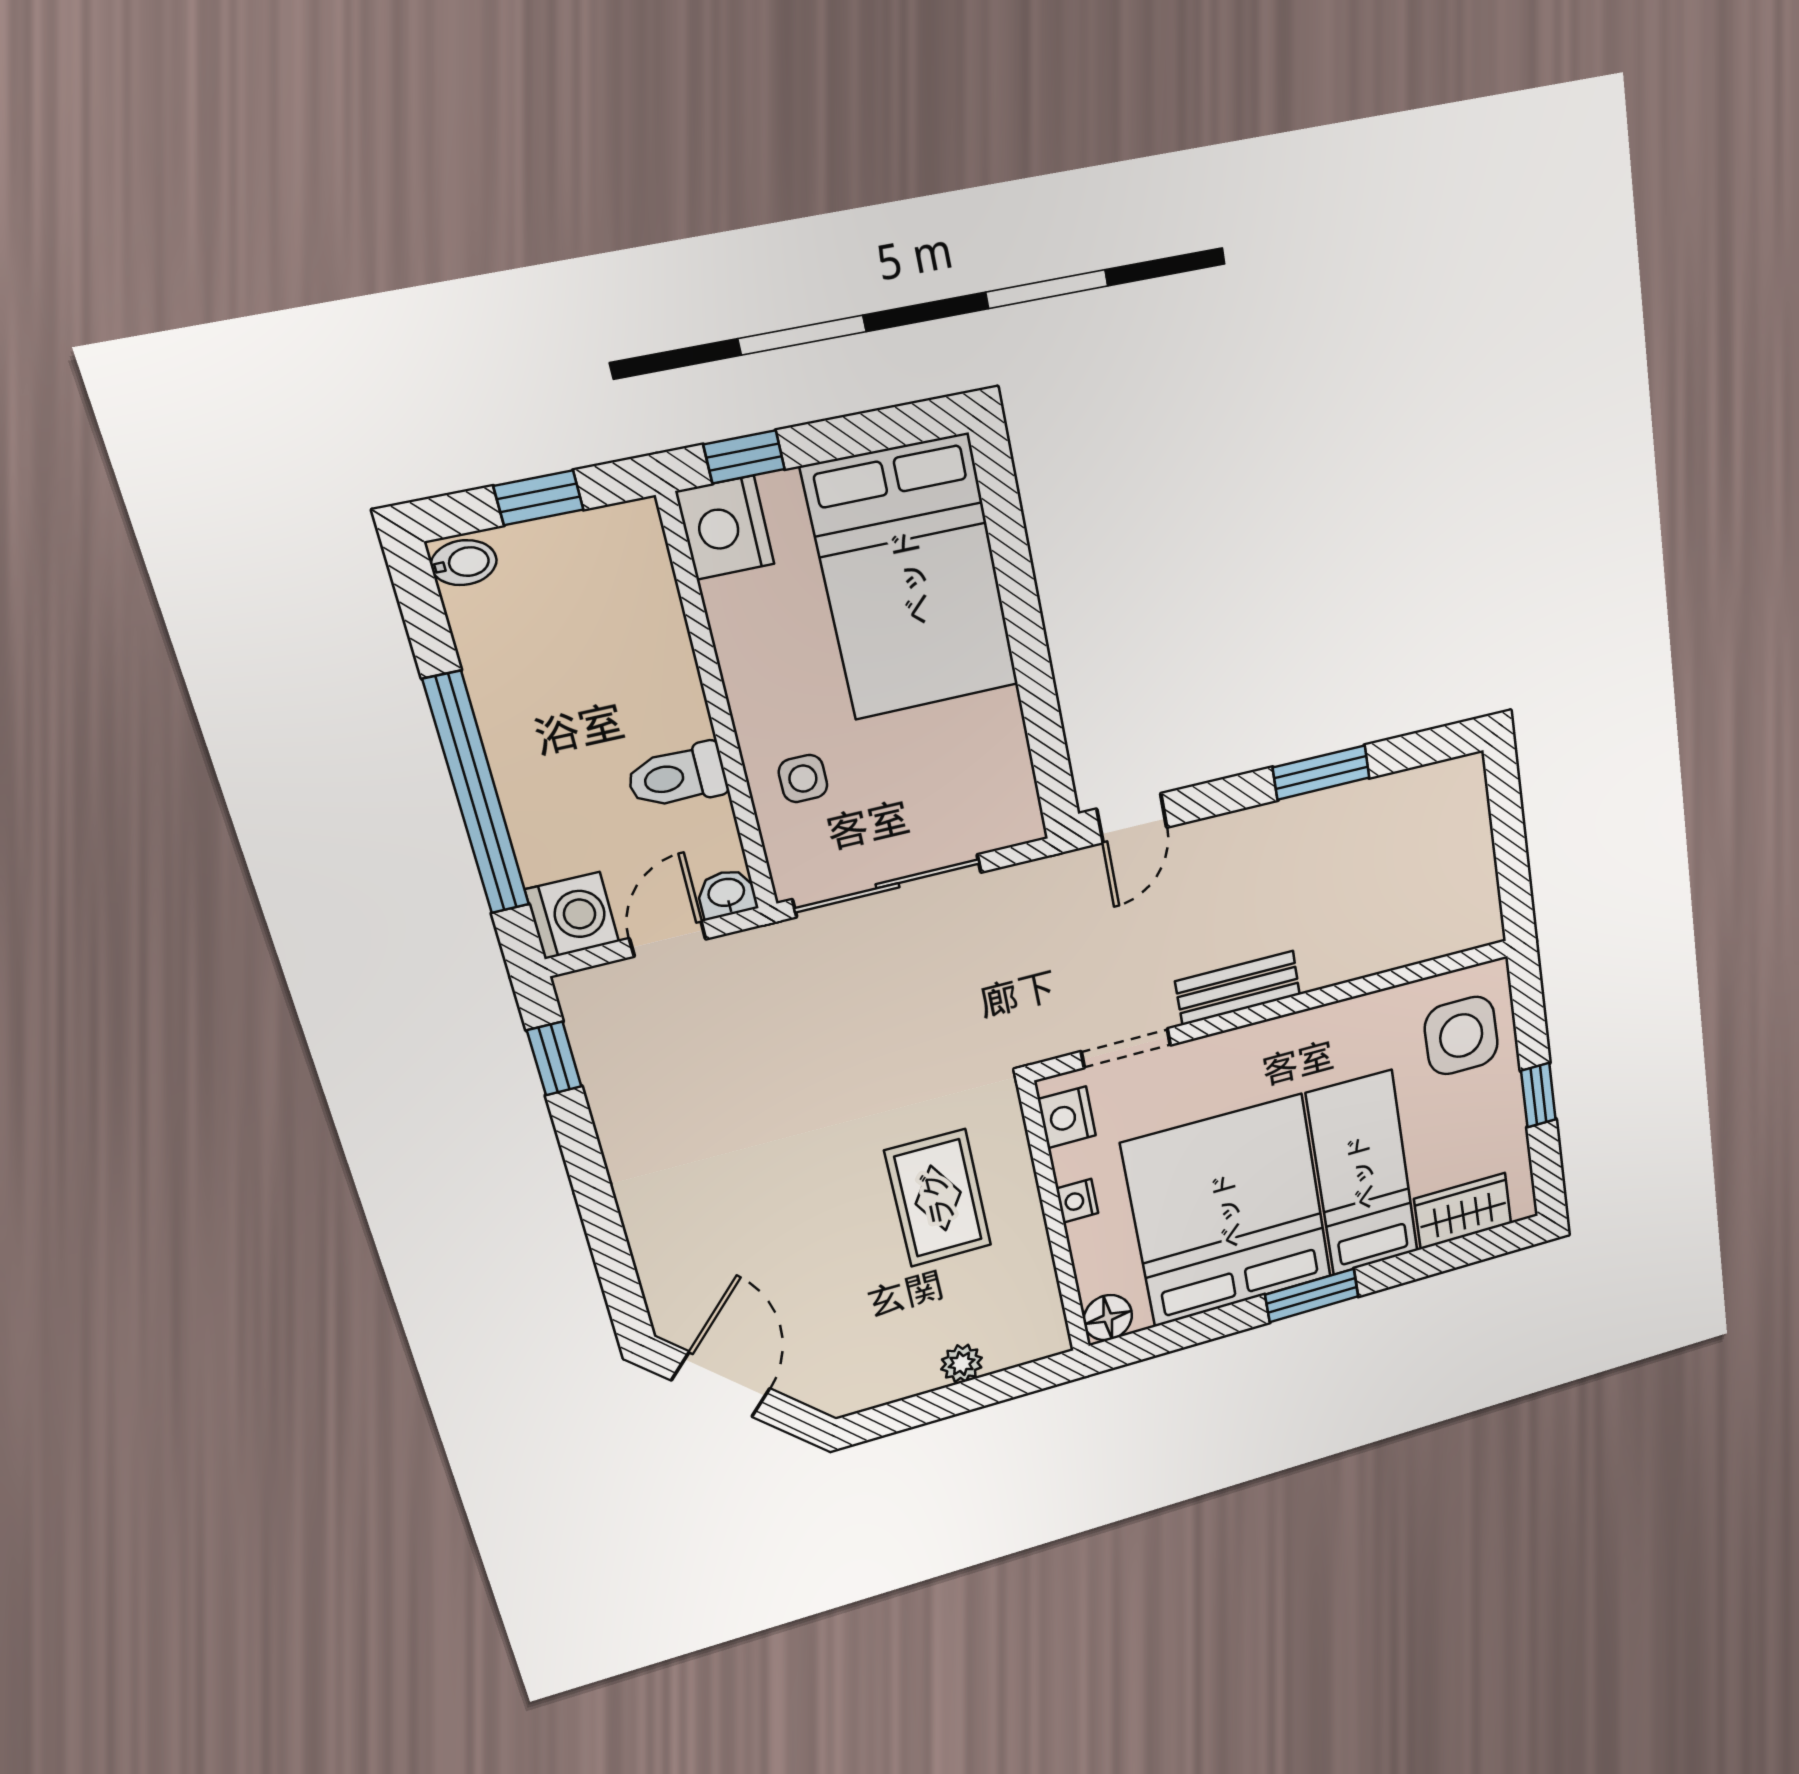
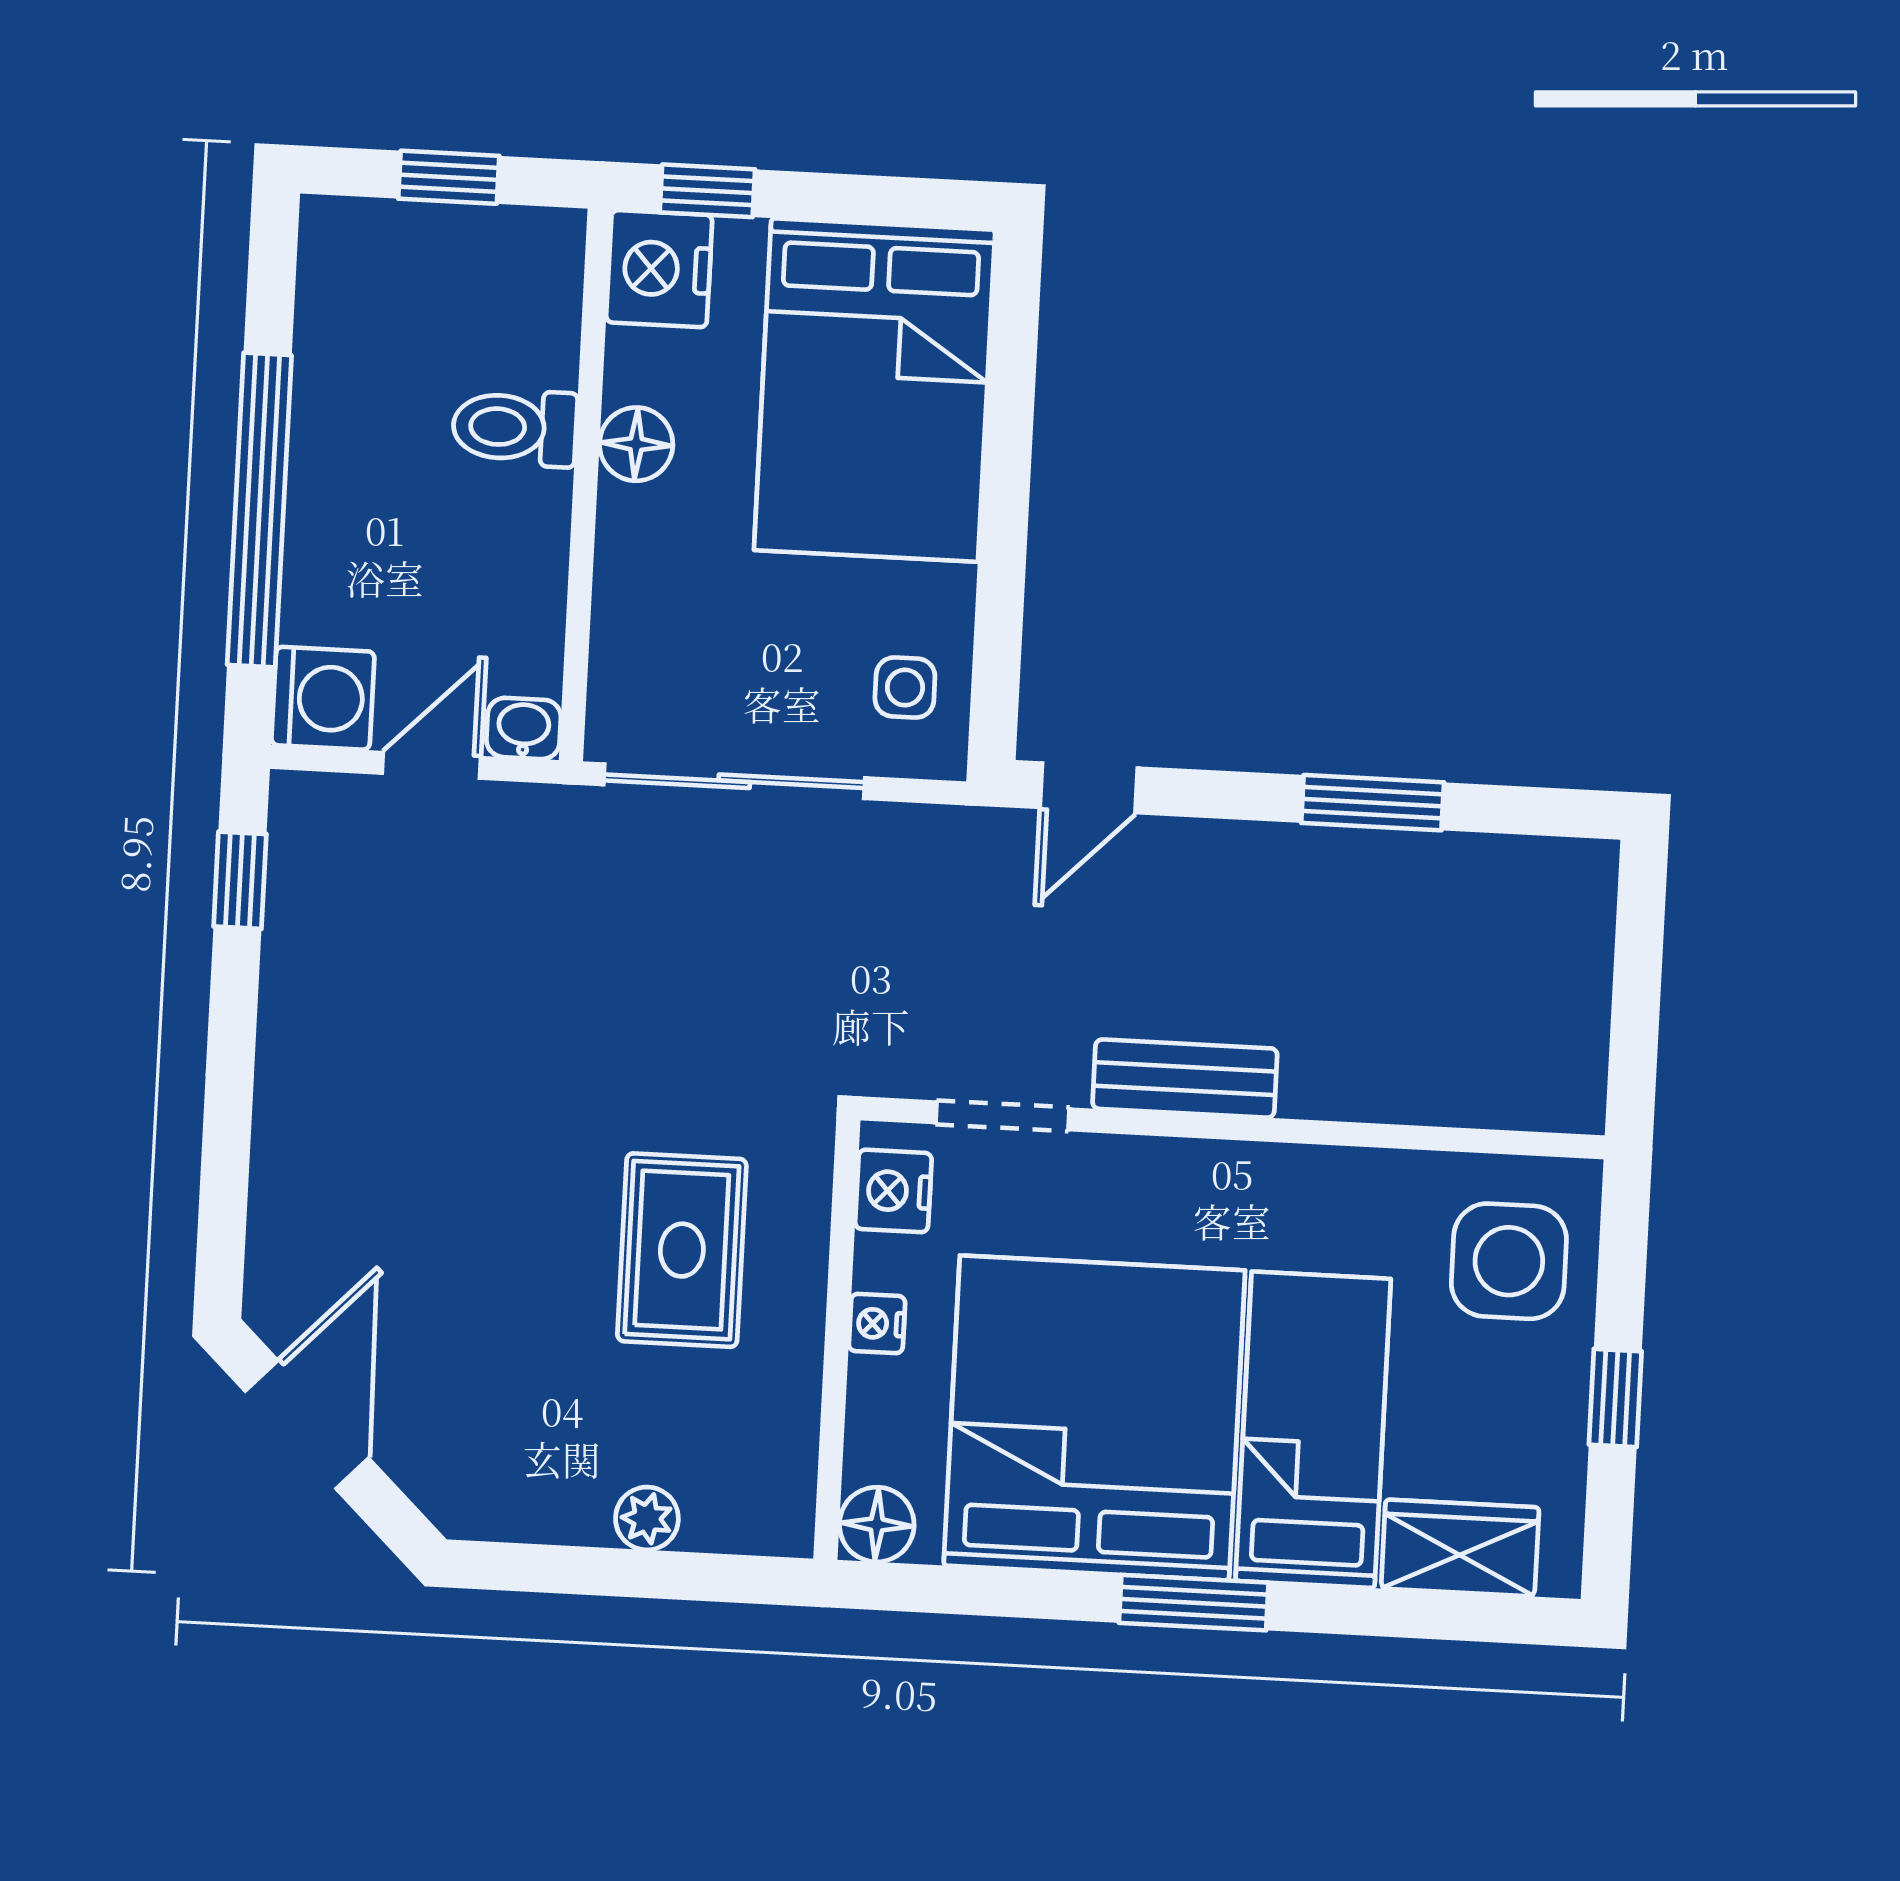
bidet: (464, 563) -> (338, 230), removed
floor lamp: (747, 666) -> (636, 444), added
toilet: (677, 776) -> (515, 428), moved
side table: (803, 779) -> (905, 688), moved

